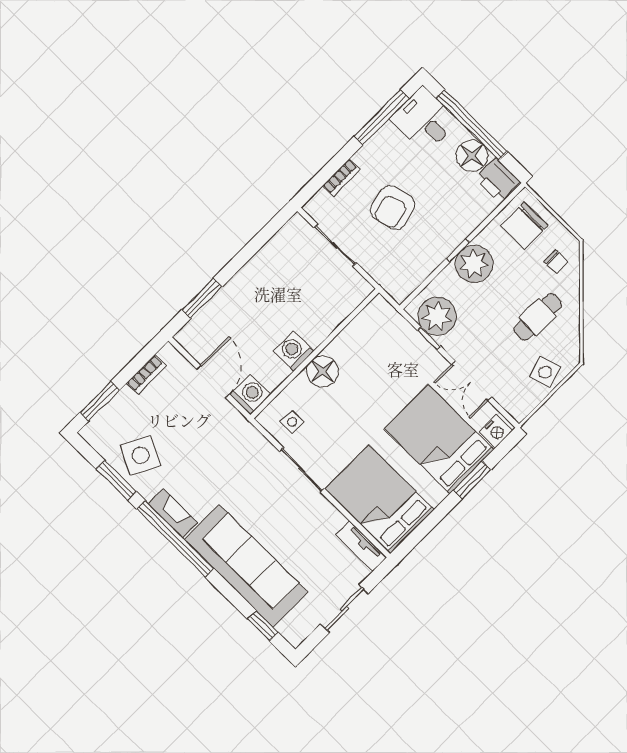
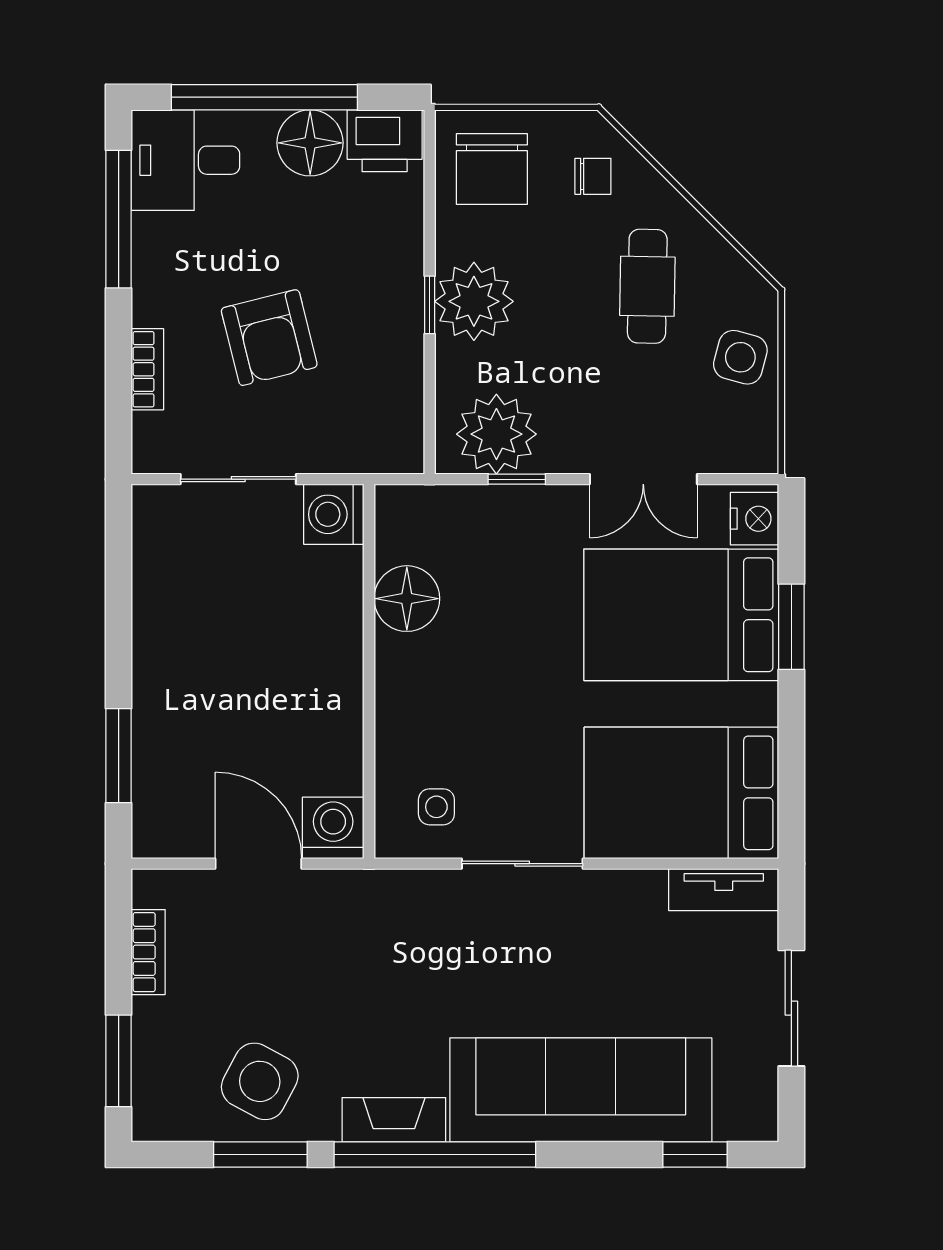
washing machine: (294, 351) -> (334, 514), moved
floor lamp: (322, 371) -> (407, 599), moved
side table: (545, 372) -> (740, 357), turned 32

